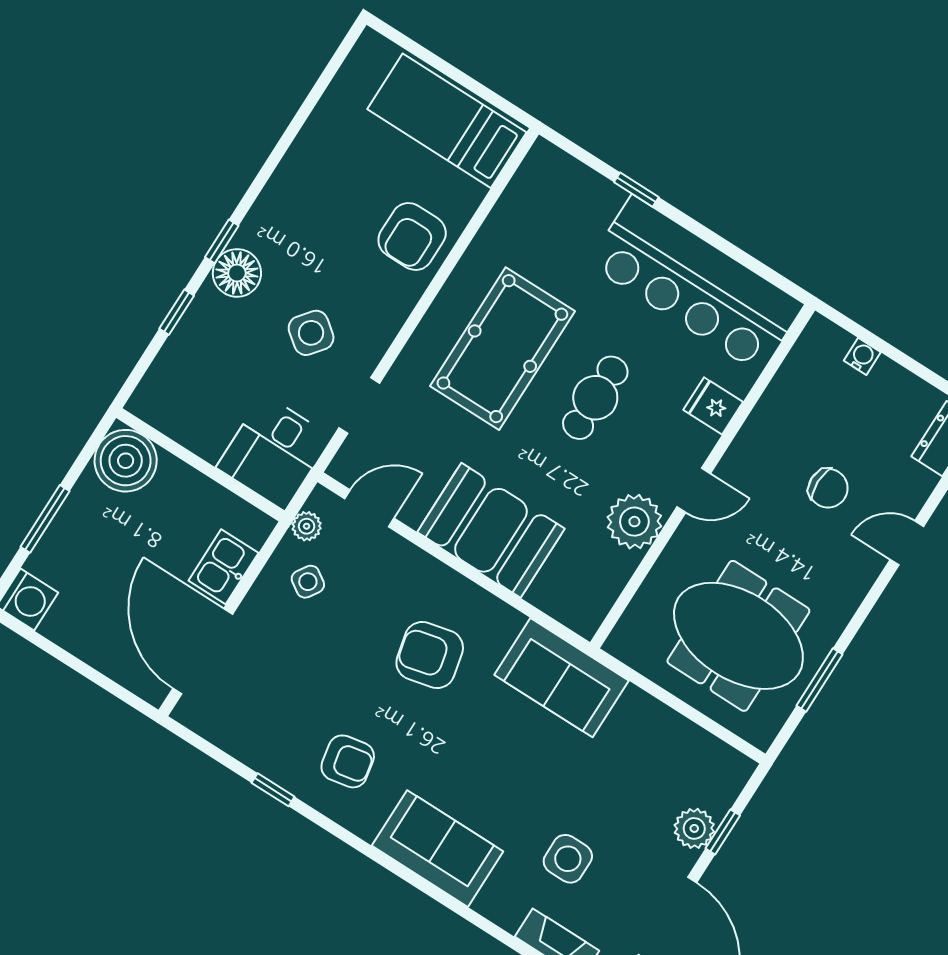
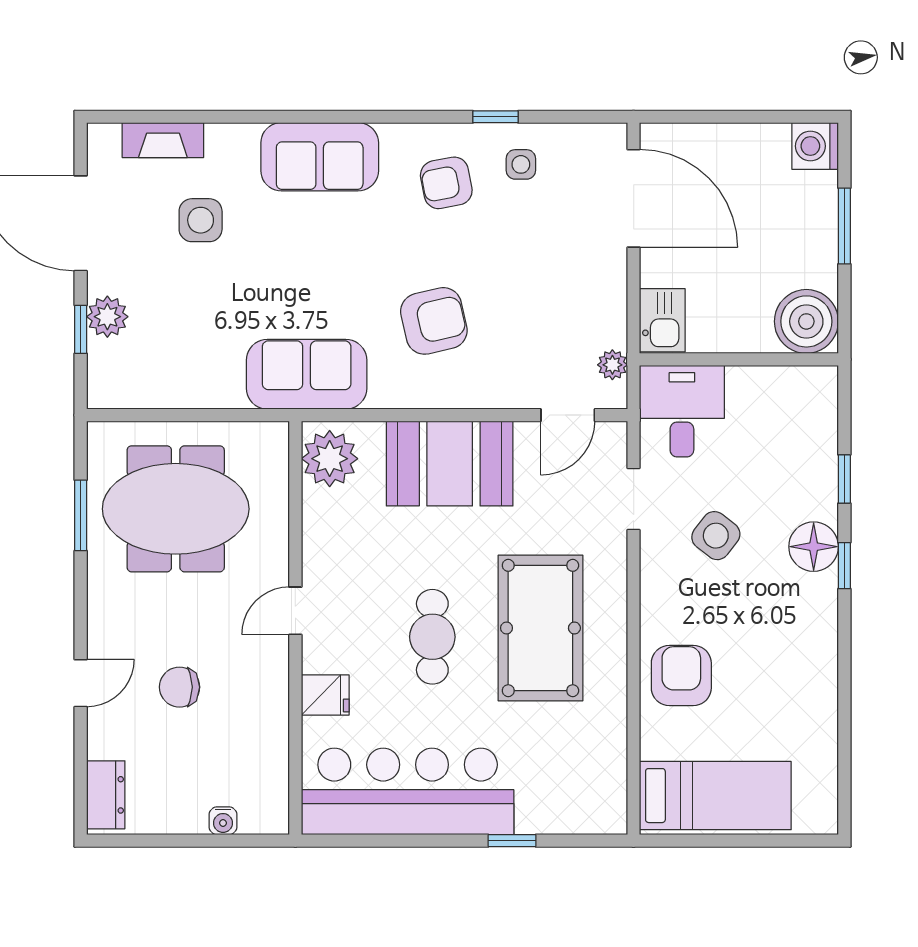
plant: (634, 522) -> (330, 459), moved
kitchen sink: (223, 567) -> (662, 320), moved
side table: (308, 582) -> (521, 164), moved, turned -33

